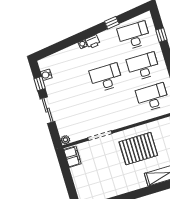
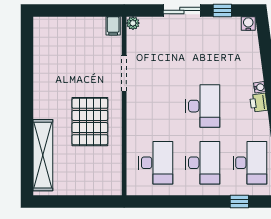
water cooler: (46, 75) -> (248, 23), moved
filing cabinet: (72, 157) -> (113, 26), width x0.50

